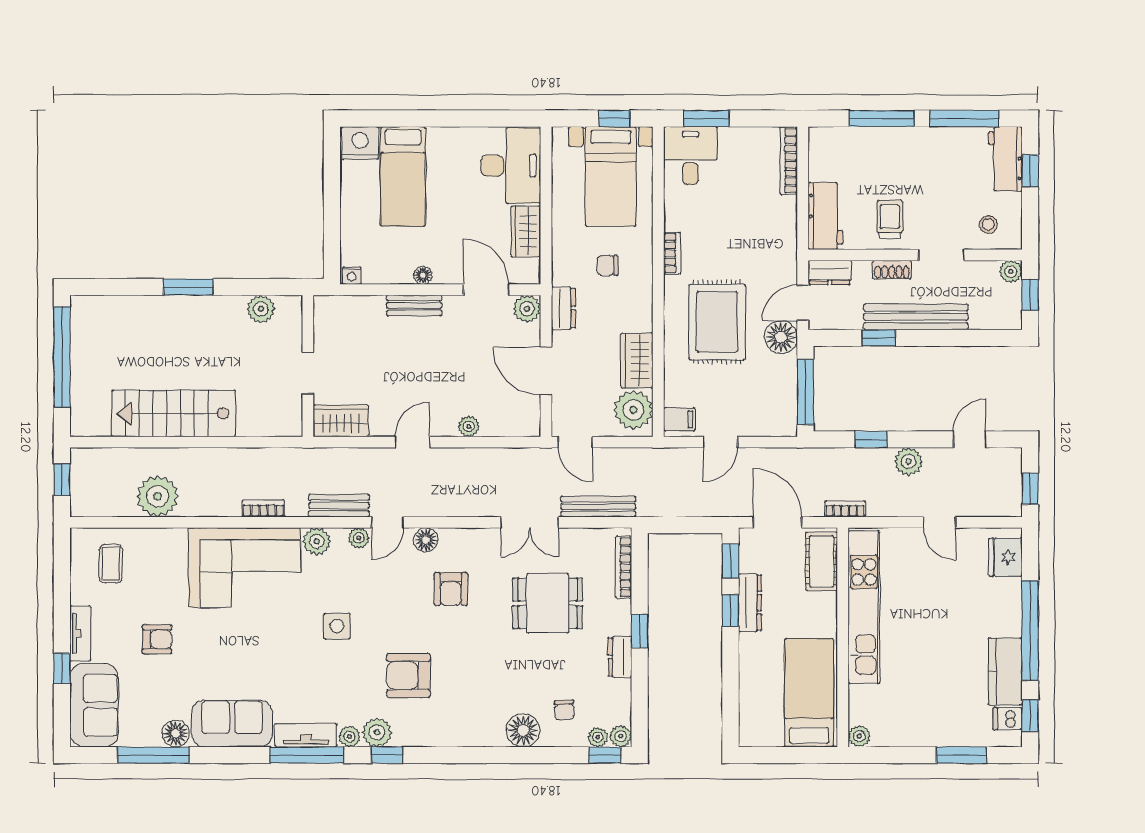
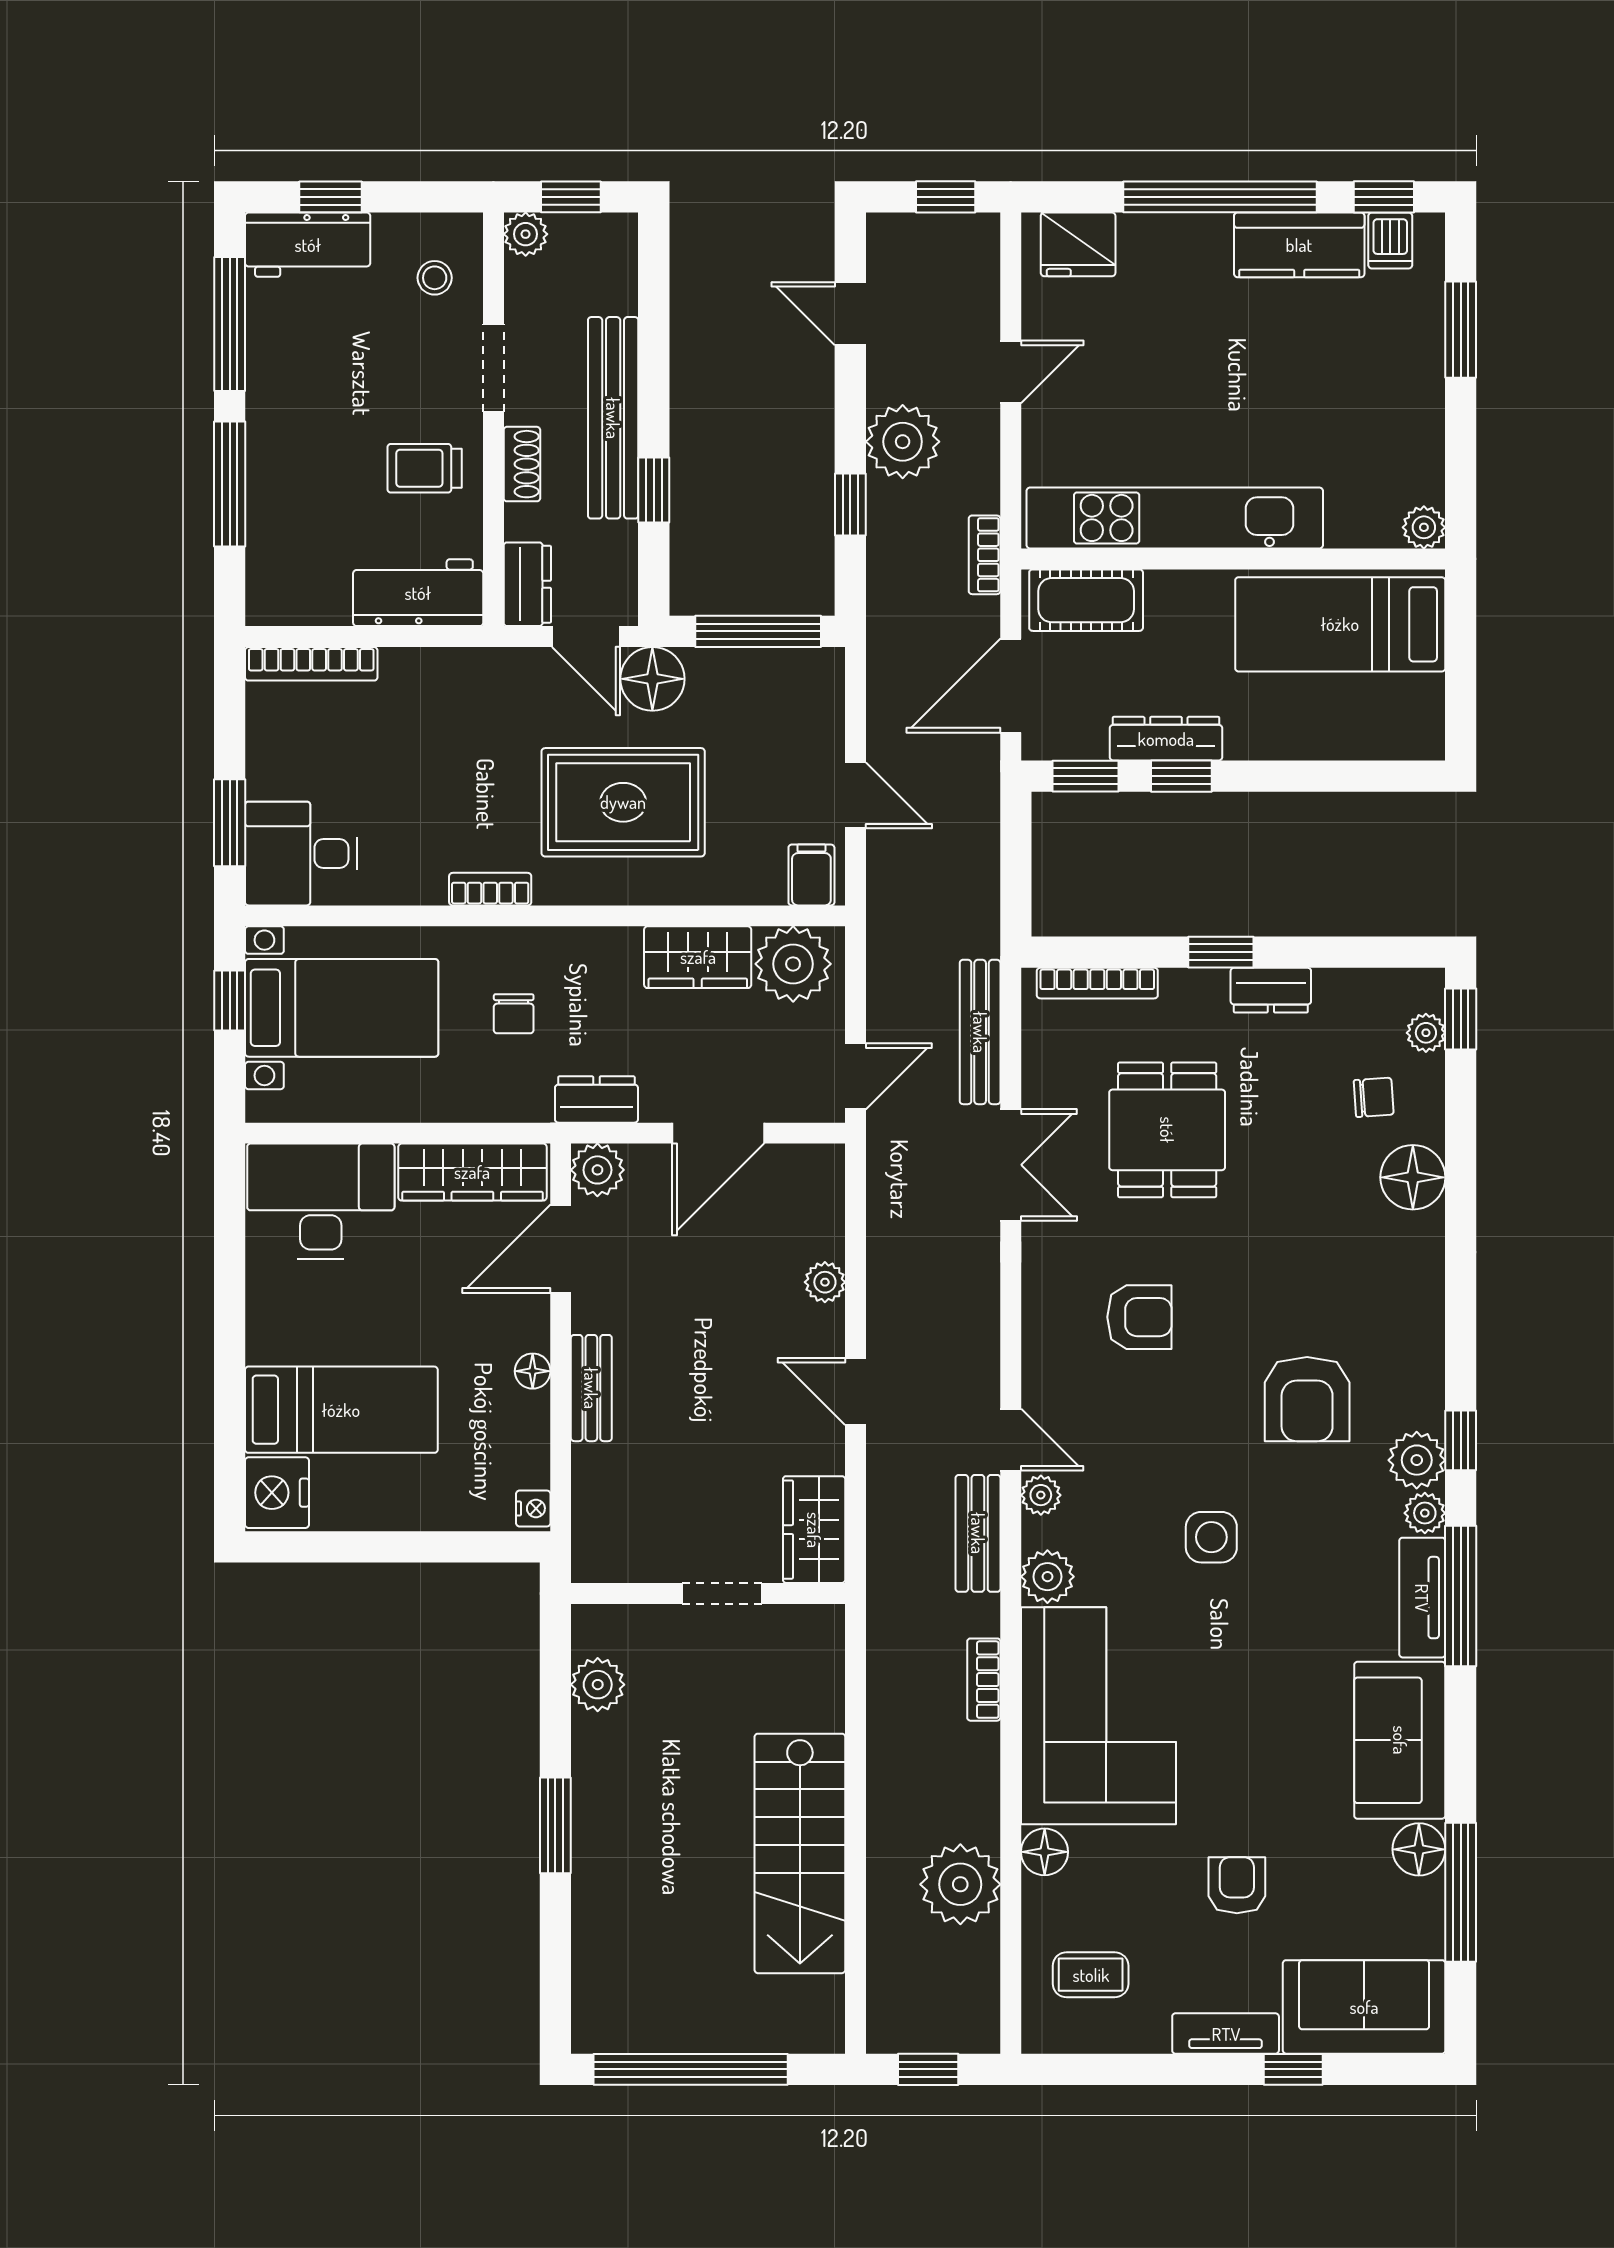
wardrobe: (526, 231) -> (472, 1172), width x1.50
plant: (909, 461) -> (903, 442), width x1.36, depth x1.36
floor lamp: (426, 540) -> (1045, 1852), moved
plant: (621, 736) -> (1424, 988), removed

